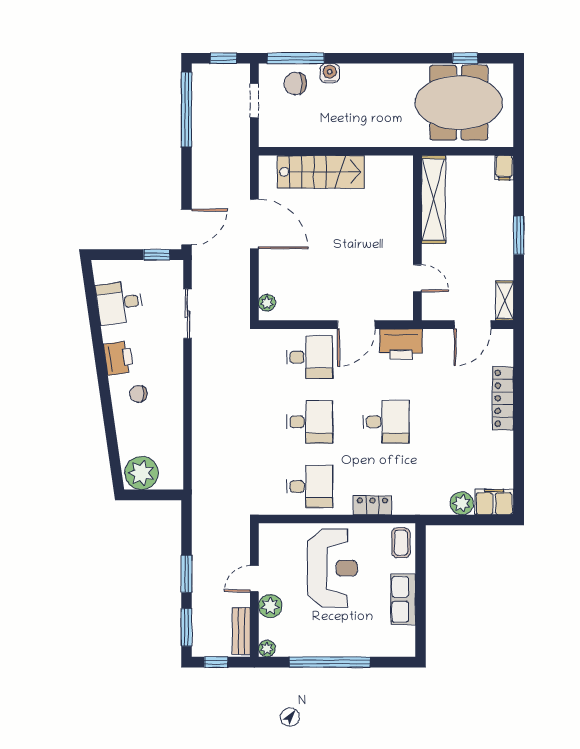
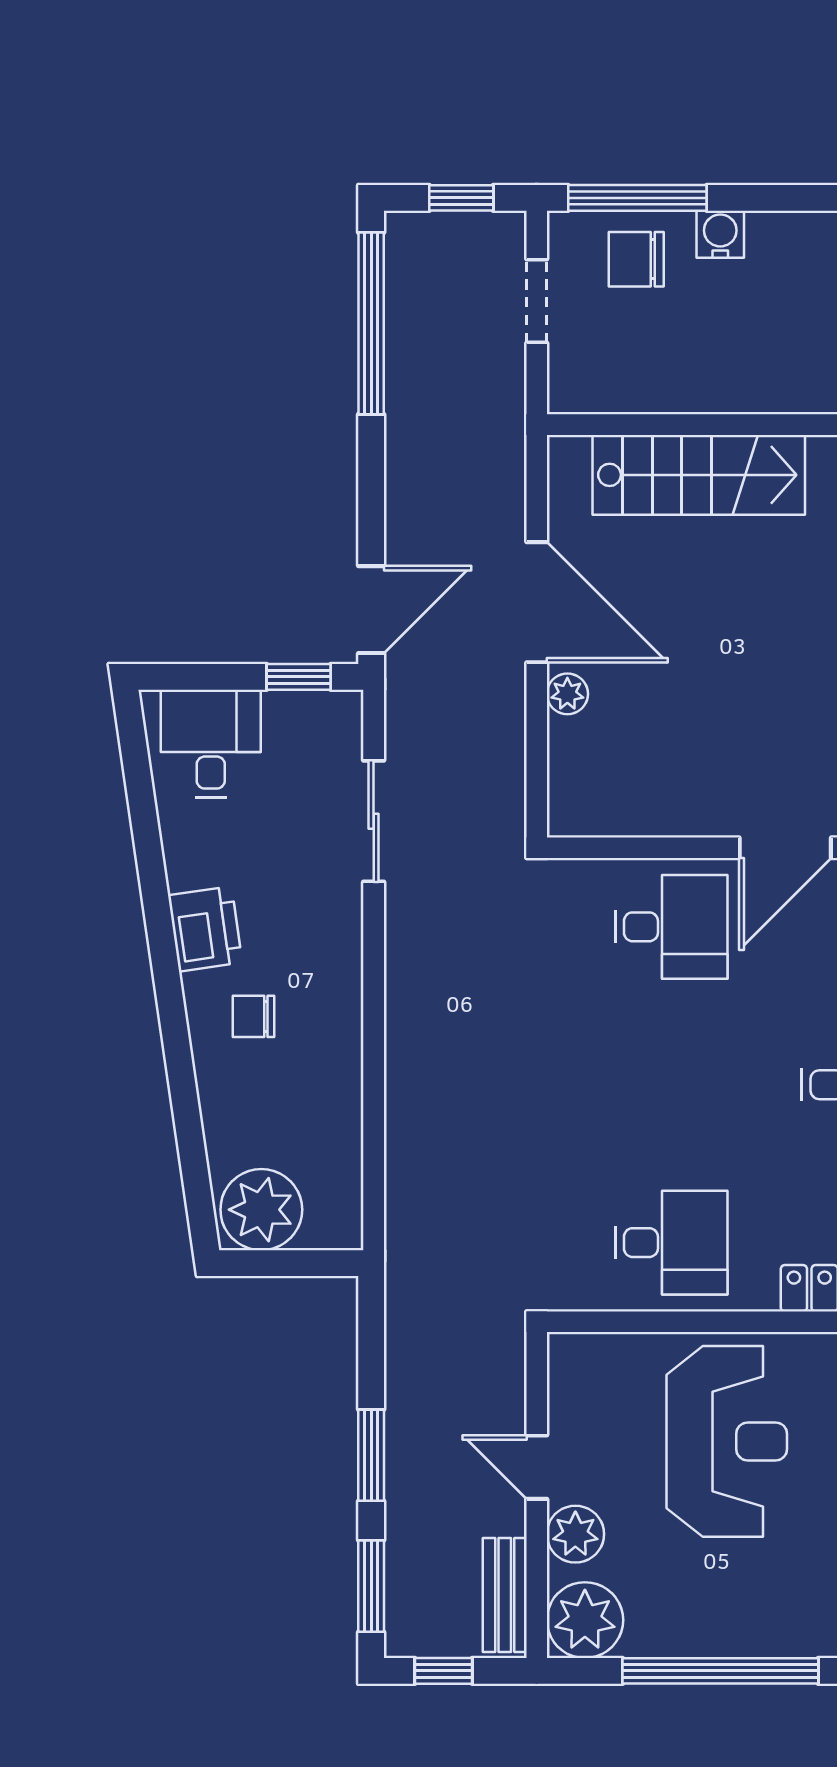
desk: (120, 303) -> (211, 743), moved, turned 98
plant: (267, 303) -> (567, 694), moved
desk: (310, 422) -> (671, 1085), removed
door: (254, 579) -> (537, 1467), hinge flipped
plant: (267, 649) -> (585, 1620), width x1.88, depth x1.88

